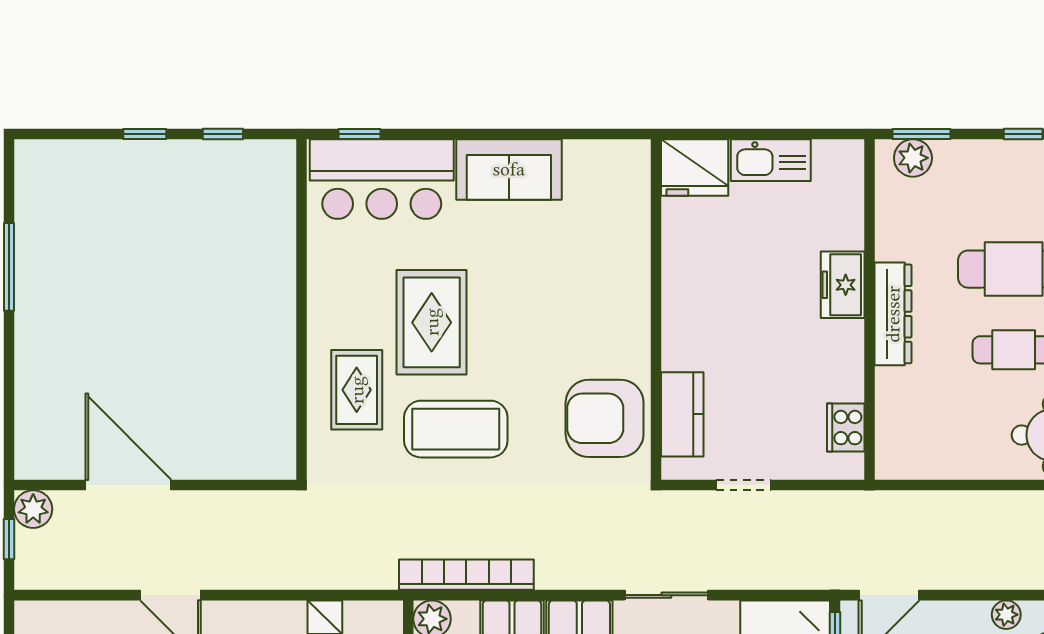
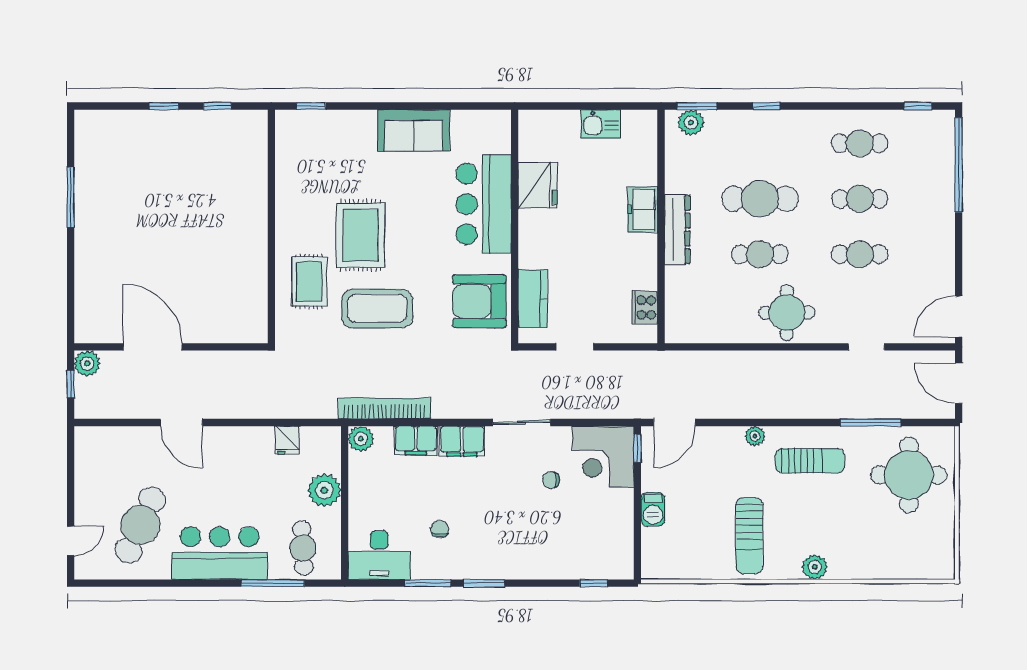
kitchen sink: (771, 160) -> (601, 124), width x0.73
fridge: (695, 167) -> (538, 185), moved, turned -90
bar counter: (382, 179) -> (484, 204), moved, turned 90

